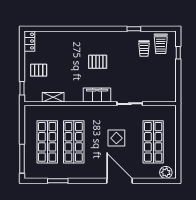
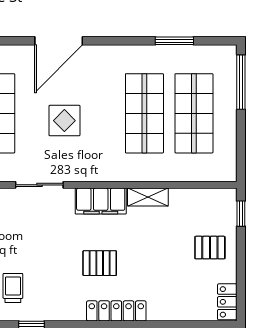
locker: (89, 36) -> (116, 311), added
shelving: (53, 97) -> (148, 197), moved
door: (120, 181) -> (59, 41), hinge flipped

